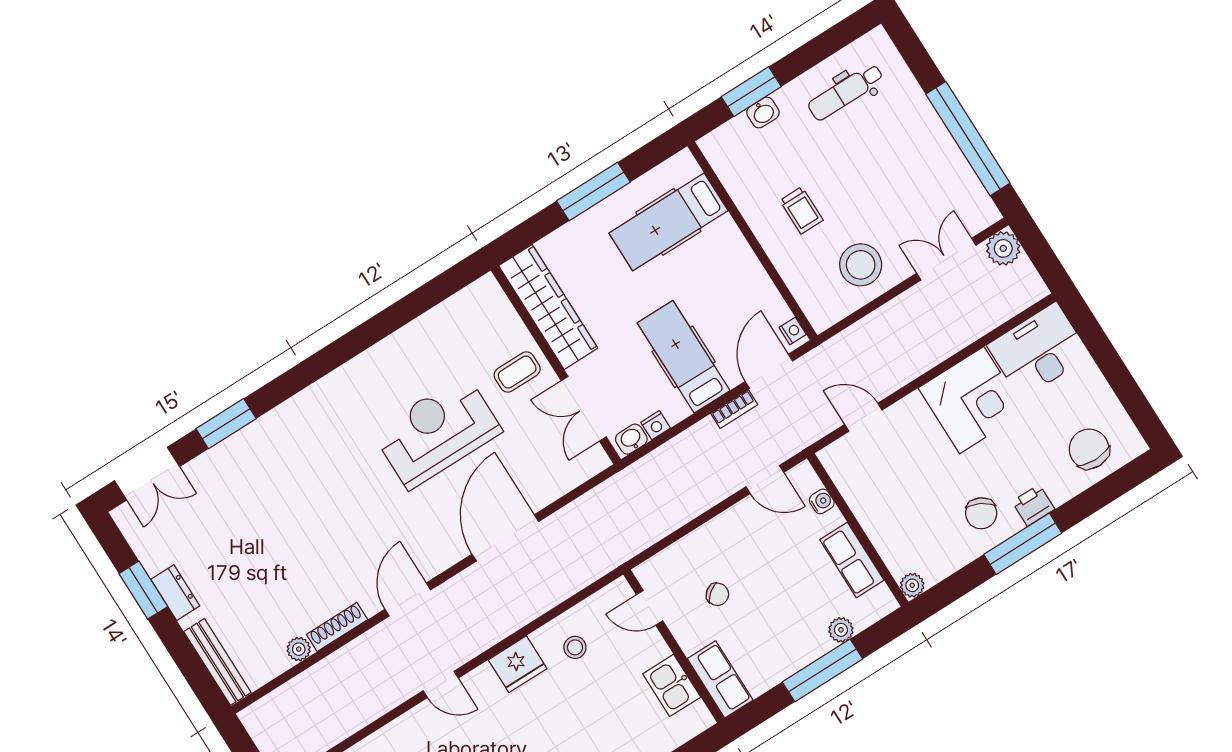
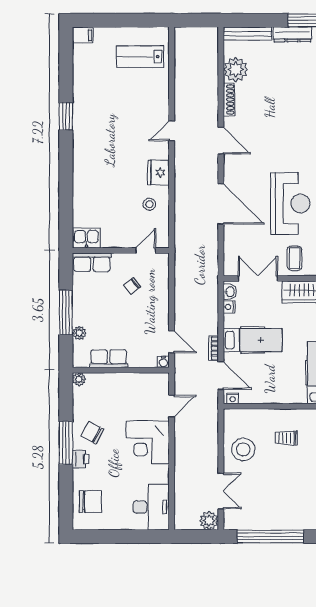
corner desk: (972, 400) -> (148, 442), moved
door: (765, 480) -> (172, 342), swing flipped
water cooler: (822, 501) -> (163, 362), moved
dresser: (175, 593) -> (292, 34), width x1.44
plant: (299, 649) -> (236, 69), width x1.87, depth x1.87
kitchen sink: (672, 685) -> (86, 238), moved

